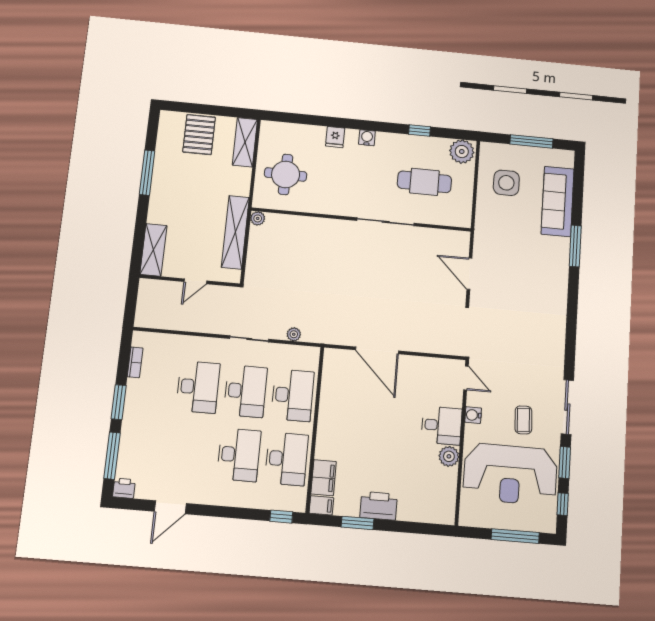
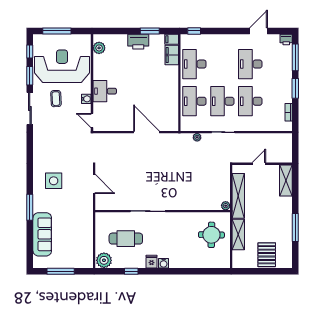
fridge: (335, 137) -> (152, 262), moved
shelving: (245, 142) -> (238, 234), moved
side table: (506, 183) -> (54, 181), moved
desk: (239, 455) -> (250, 64), moved
plant: (449, 456) -> (99, 48), moved

